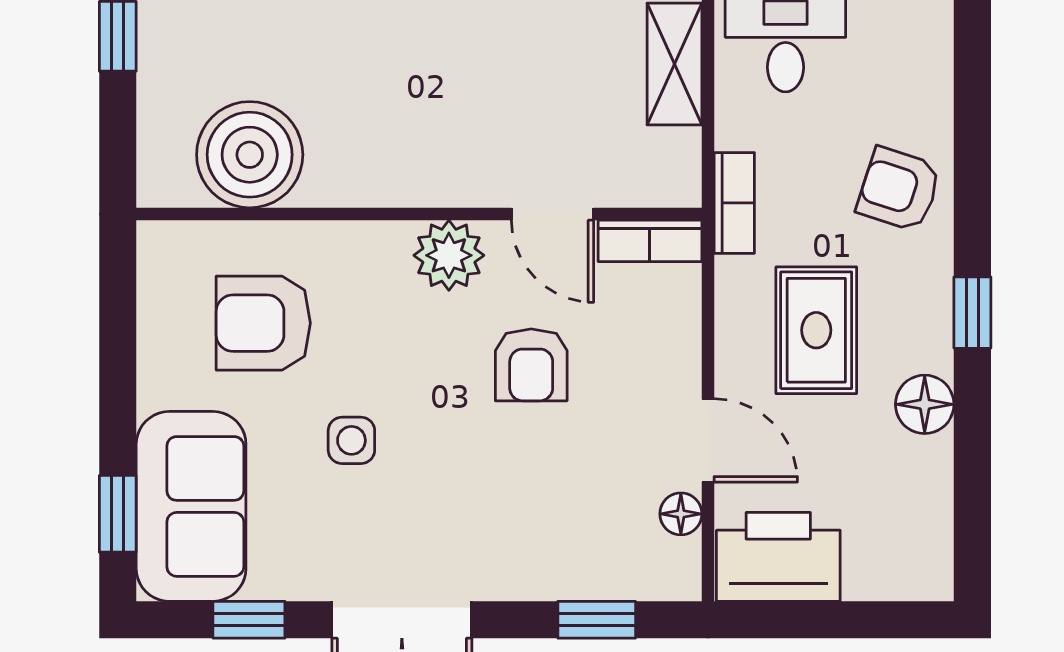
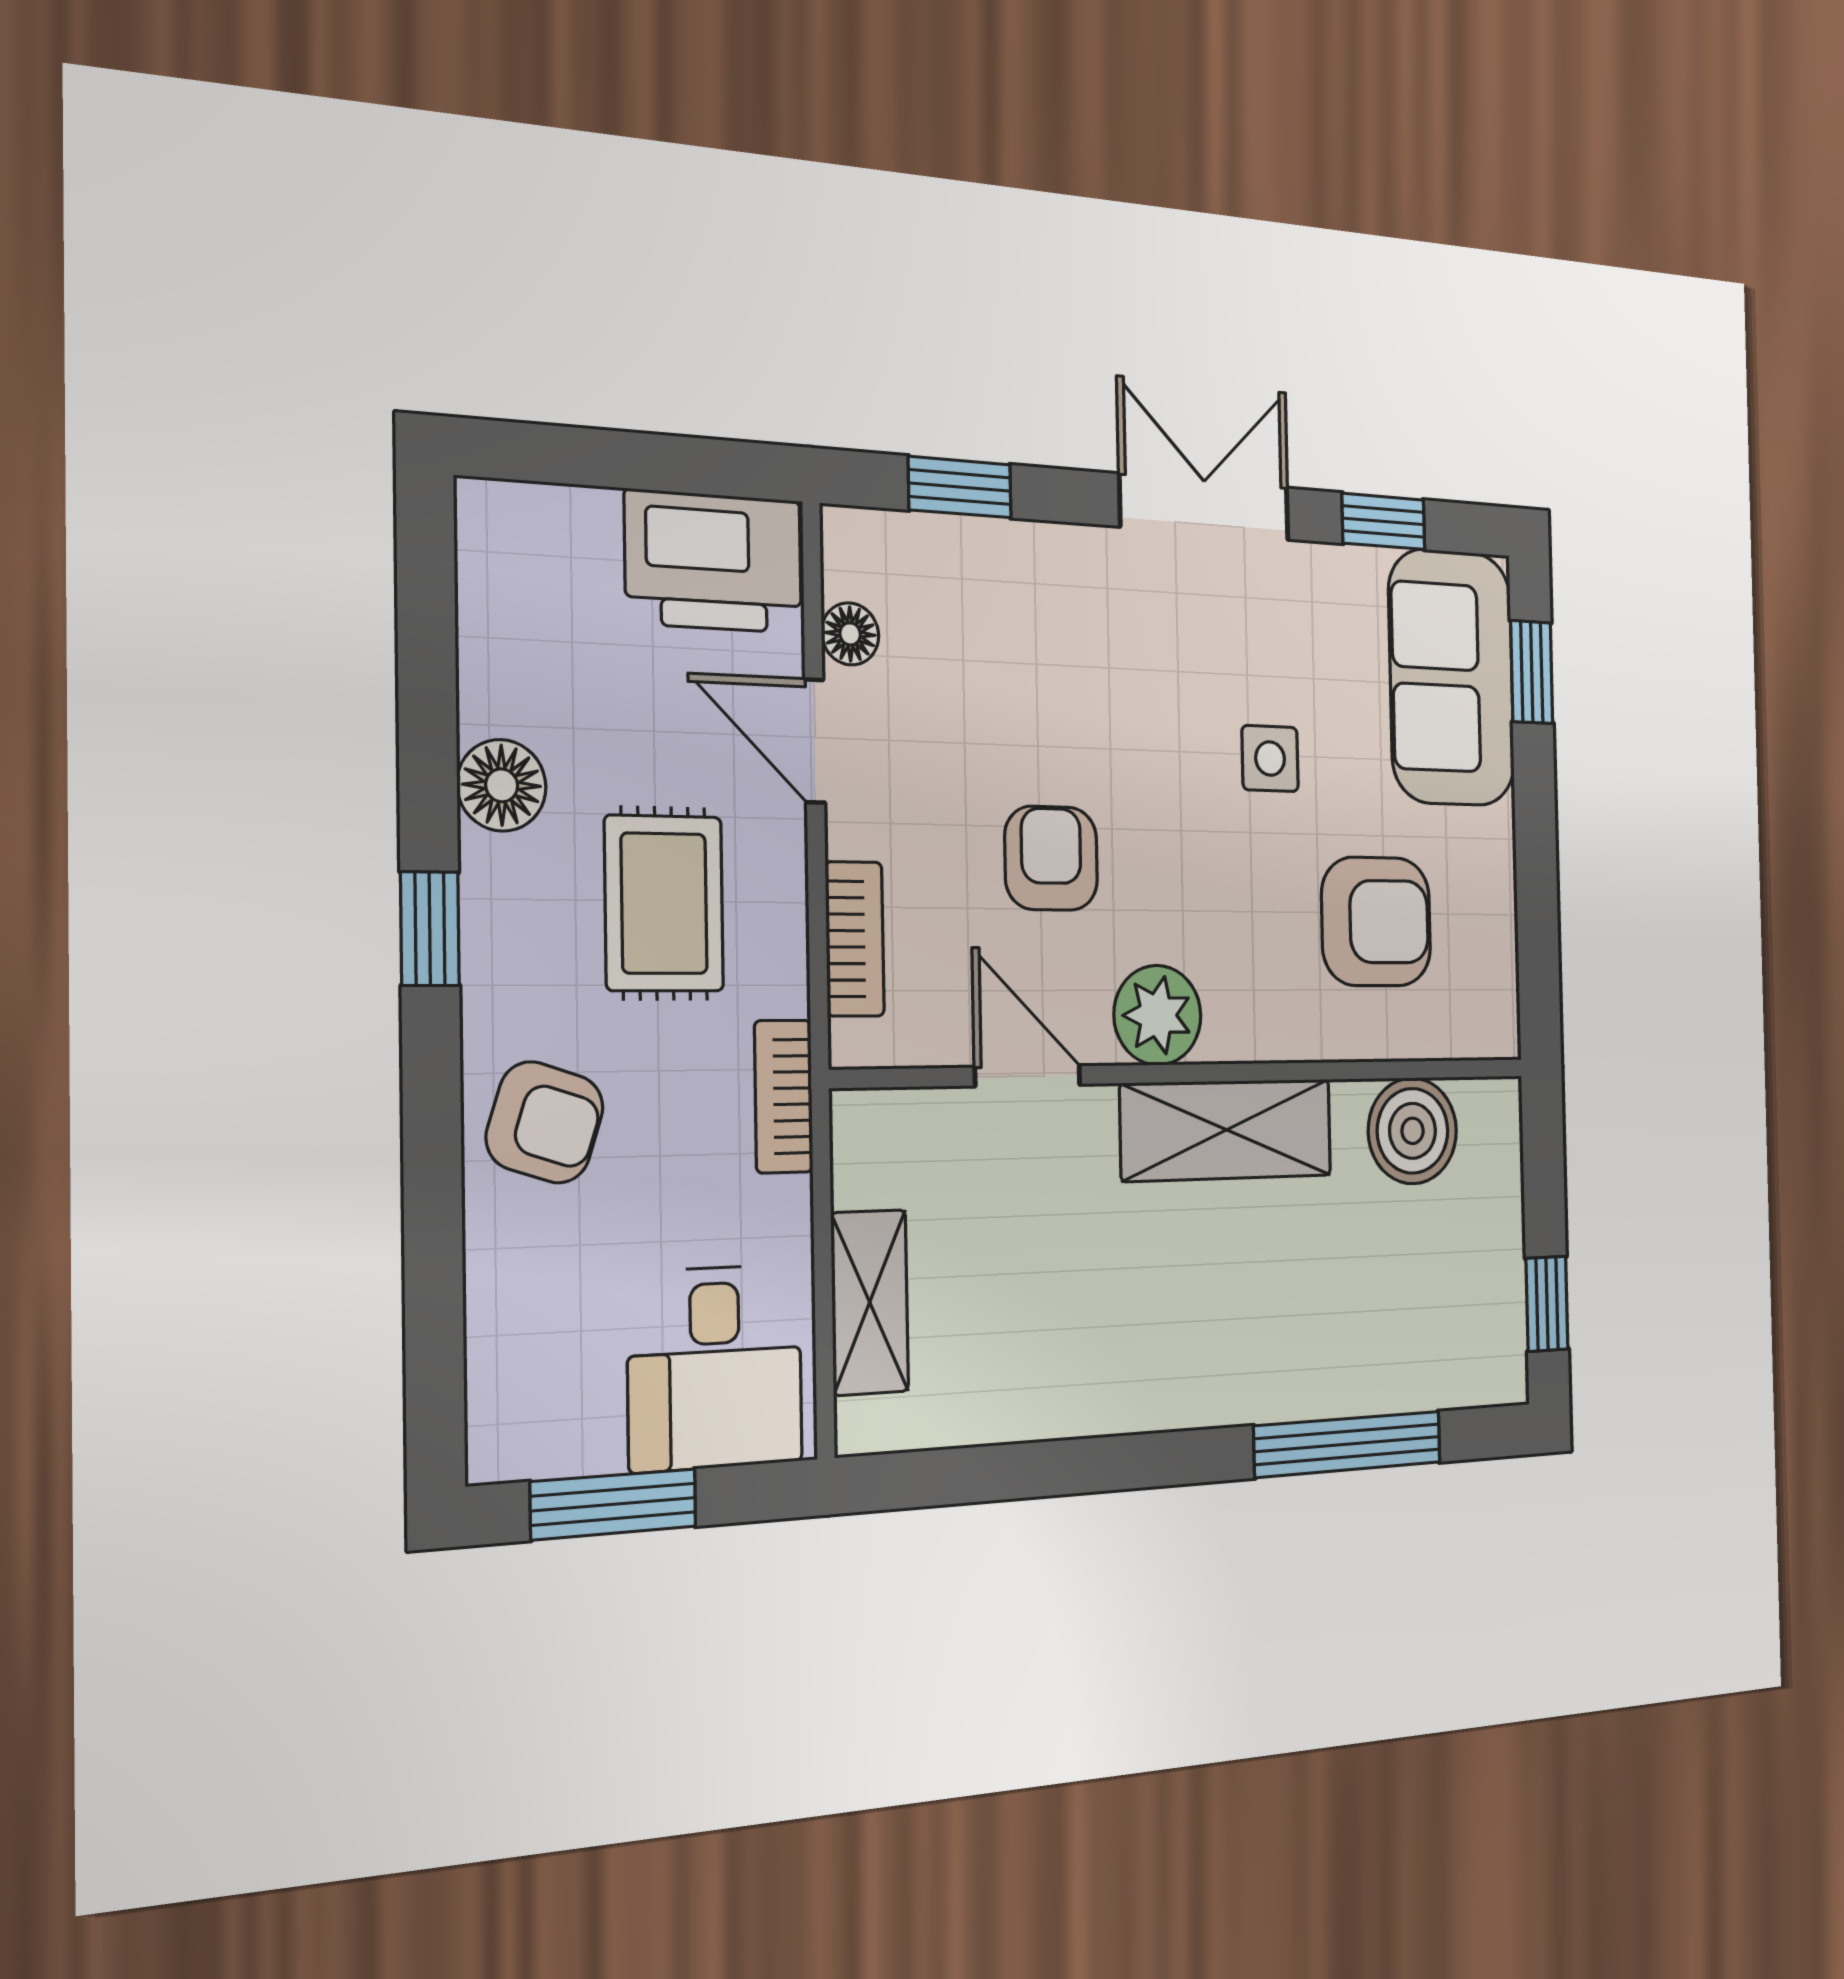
boiler: (250, 155) -> (1413, 1131), width x0.73, depth x0.73
shelving: (394, 173) -> (1227, 1130), added
bookcase: (650, 241) -> (855, 939), moved, turned 90

